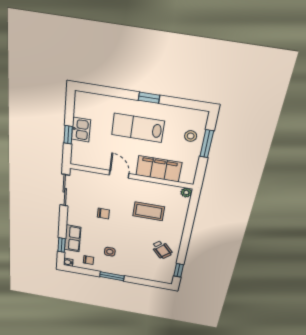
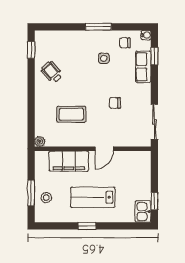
lab bench: (138, 128) -> (93, 197), turned 180
kitchen sink: (81, 130) -> (143, 212), moved
window: (68, 135) -> (154, 201), moved
door: (119, 174) -> (104, 149), hinge flipped

